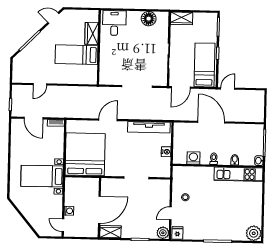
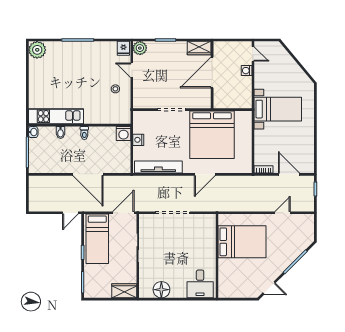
wardrobe: (92, 34) -> (225, 271), removed
bed: (76, 55) -> (242, 242), width x1.50
bed: (85, 154) -> (212, 135), moved
washing machine: (193, 158) -> (123, 133), moved
door: (170, 213) -> (132, 70), swing flipped

